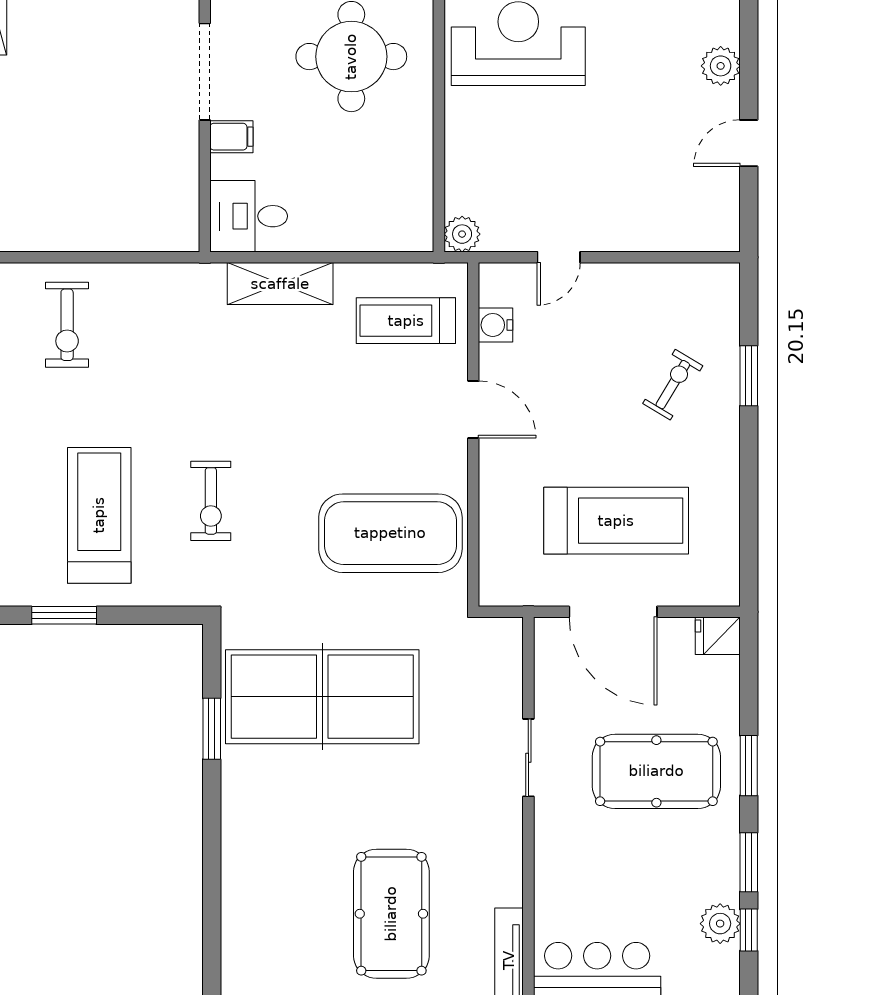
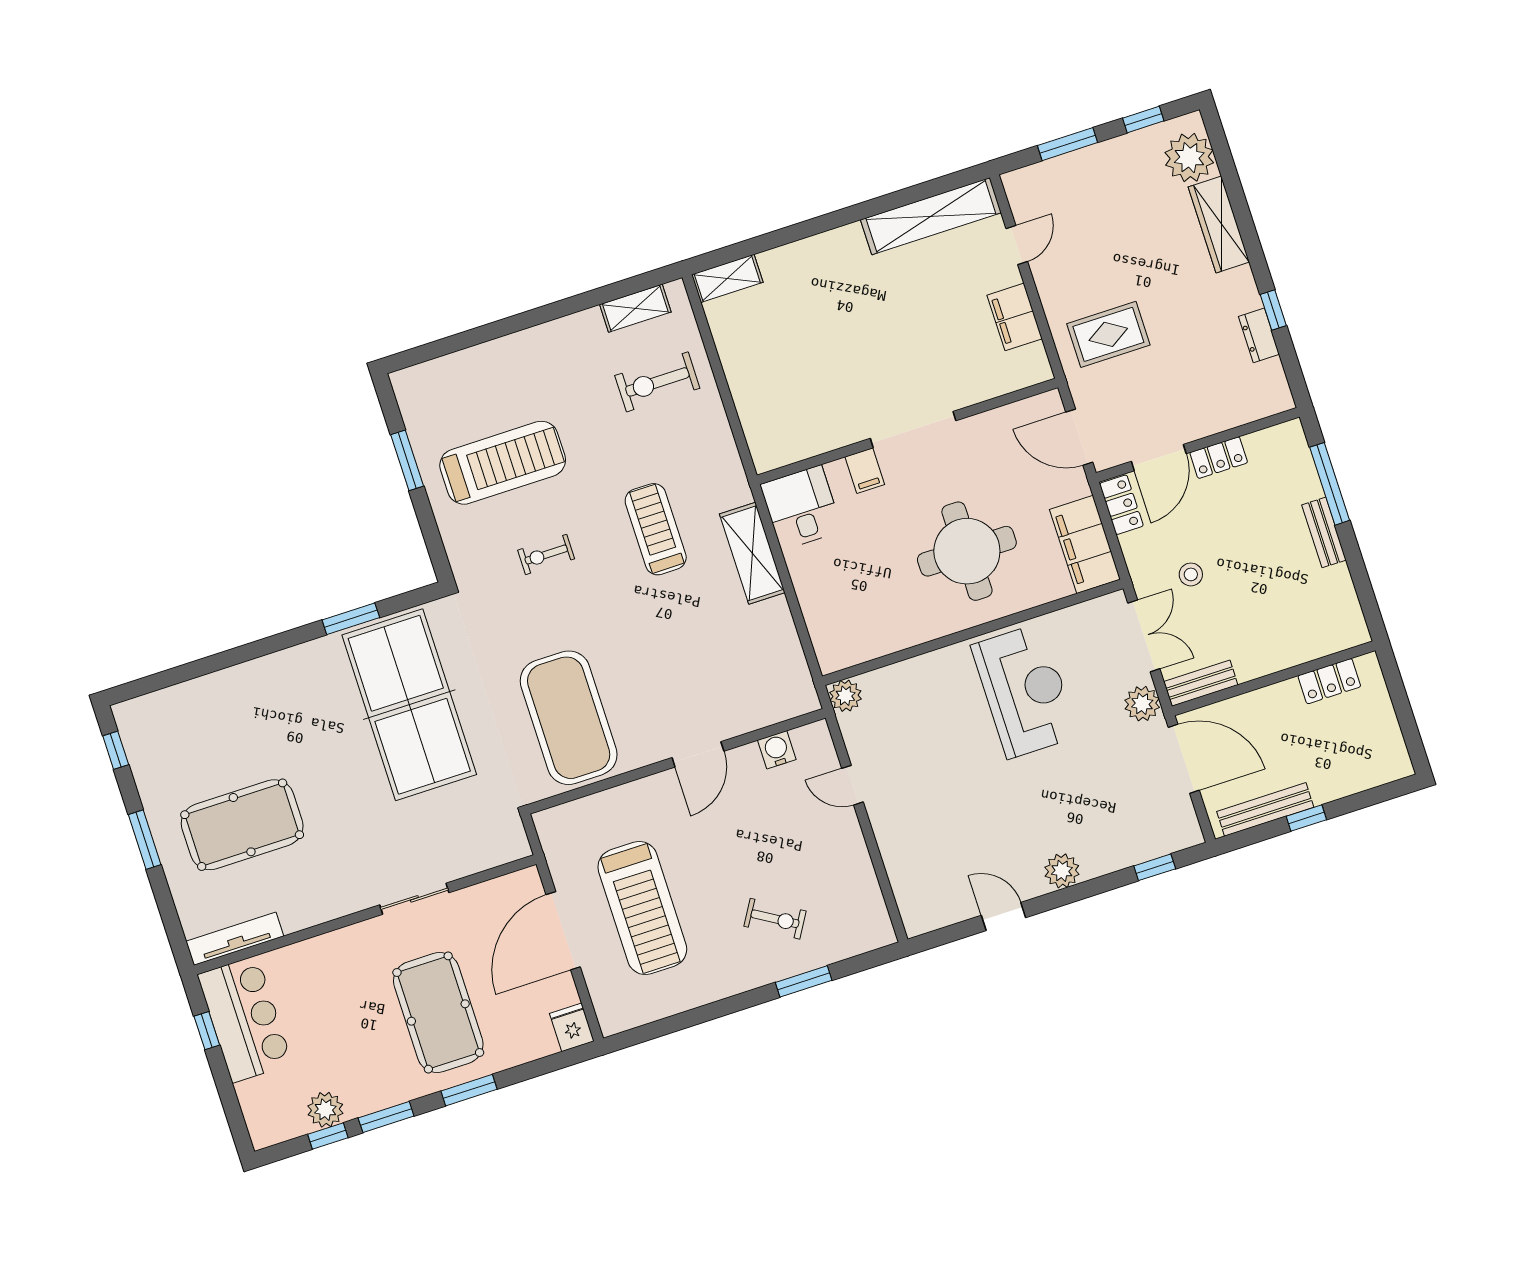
treadmill: (406, 321) -> (656, 529), moved
exercise bike: (211, 501) -> (546, 554), width x0.73, depth x0.72

